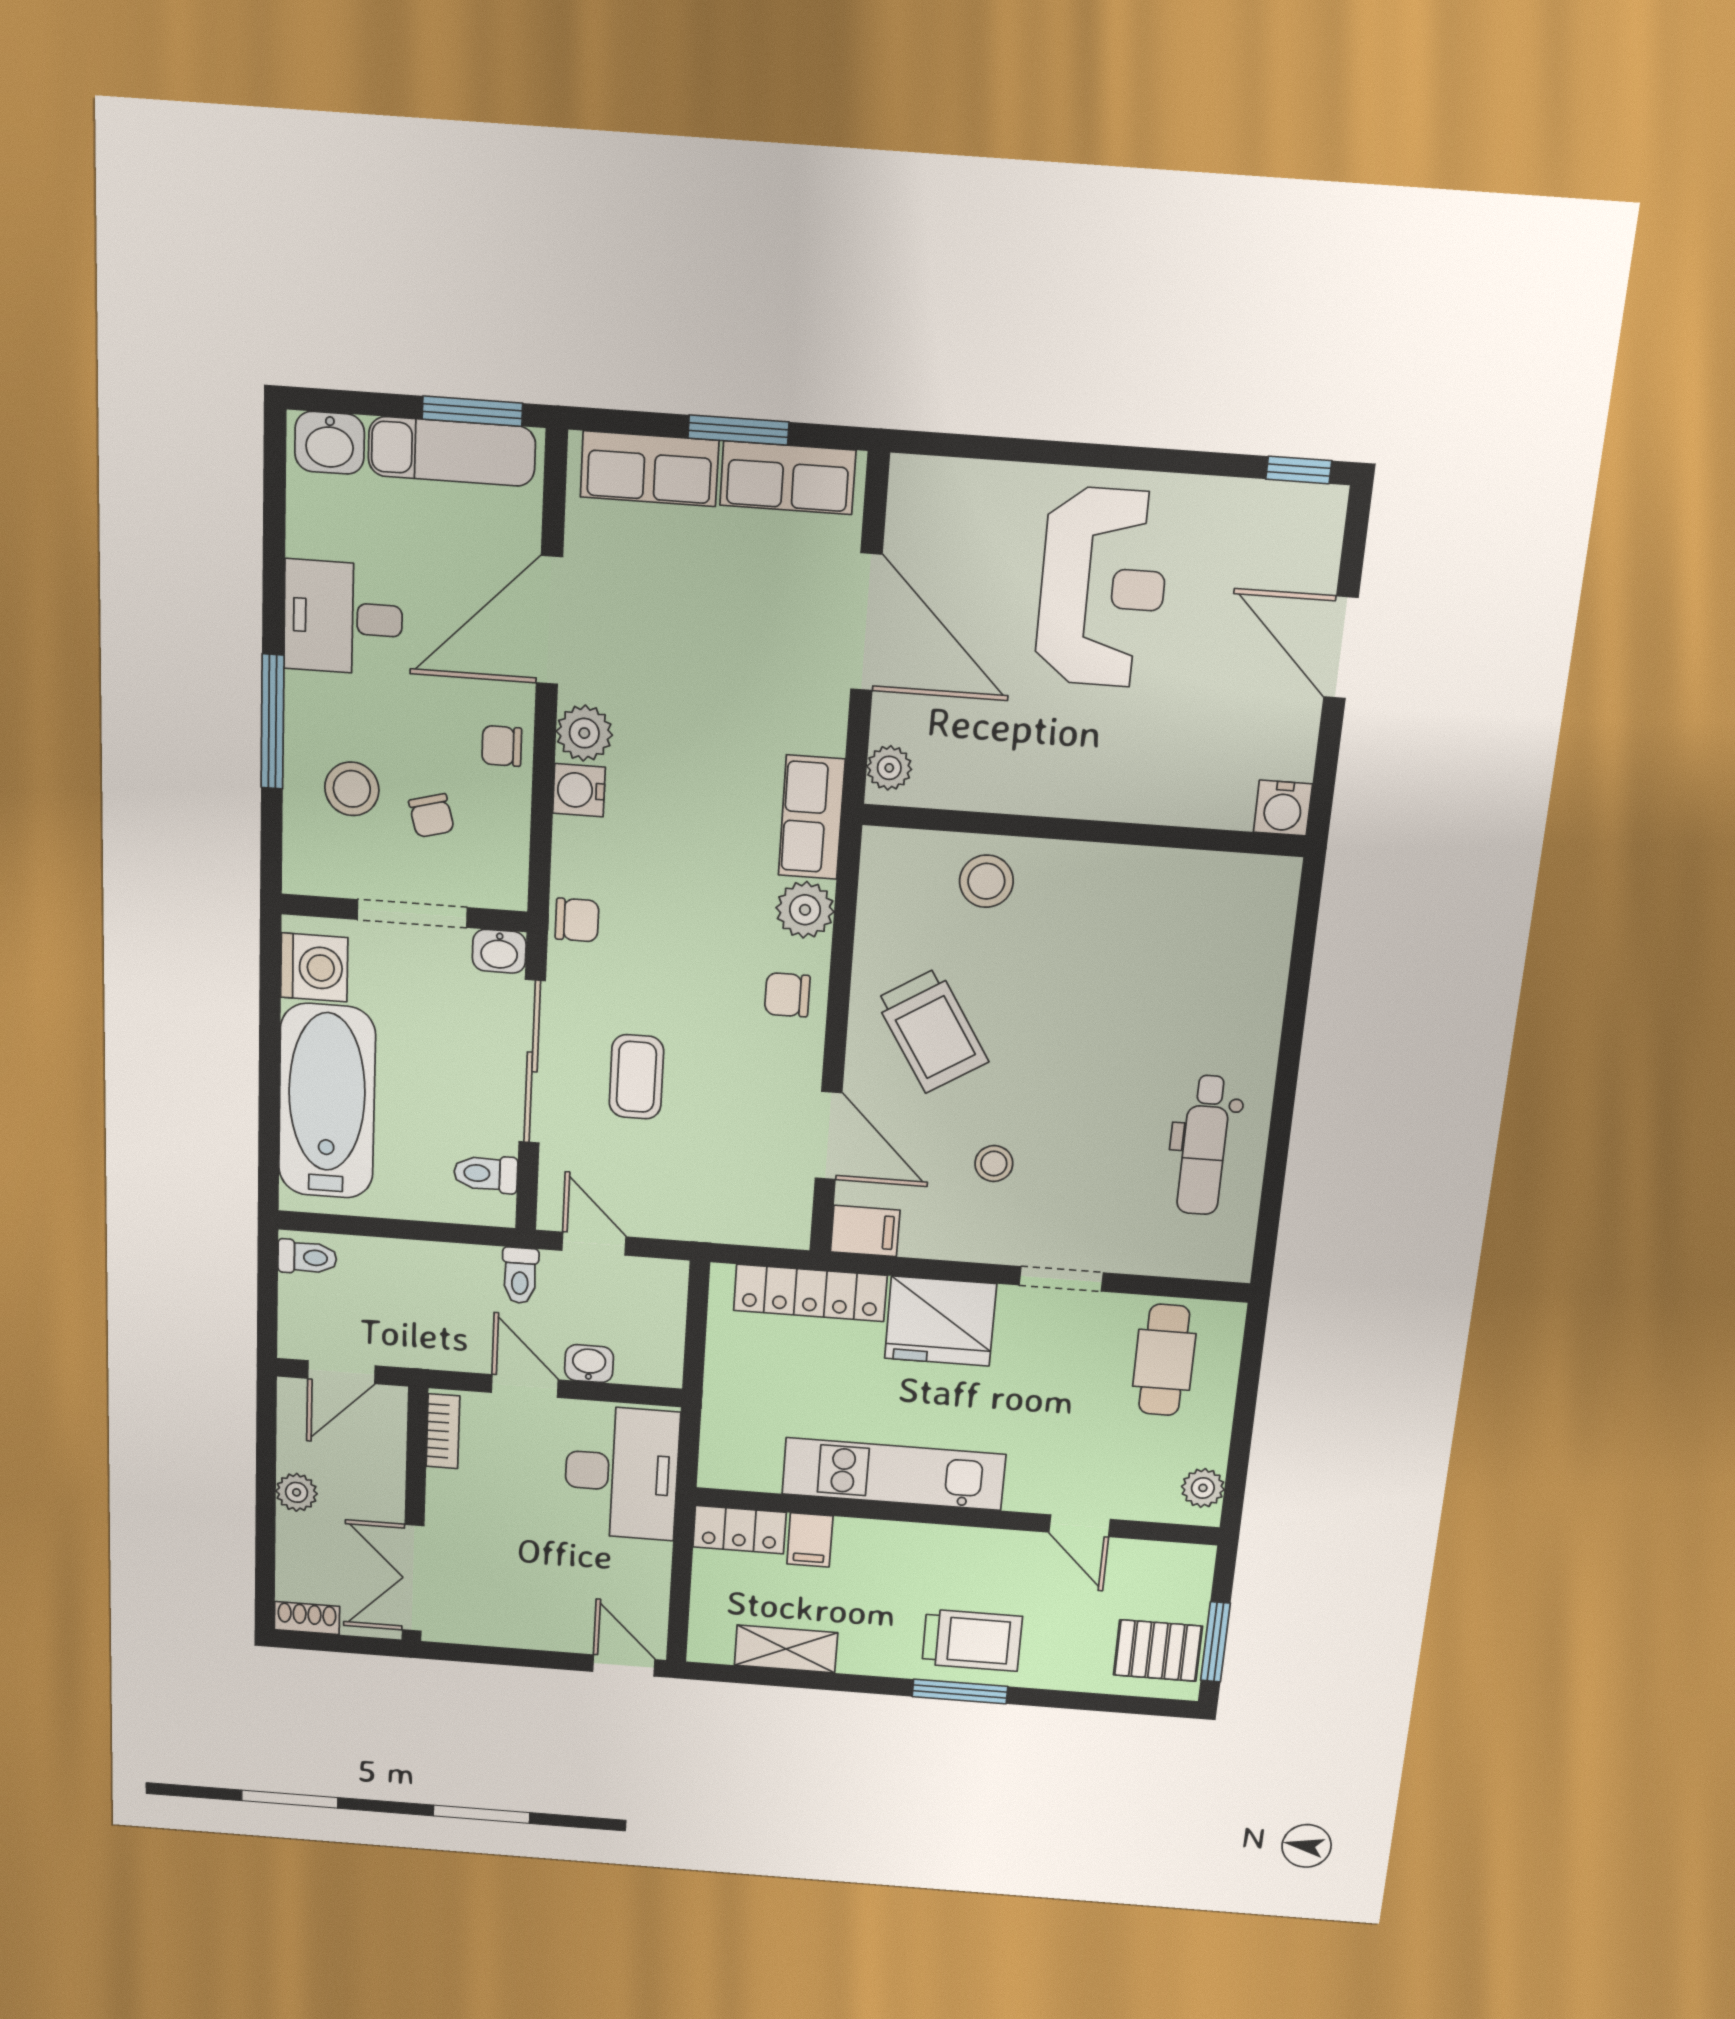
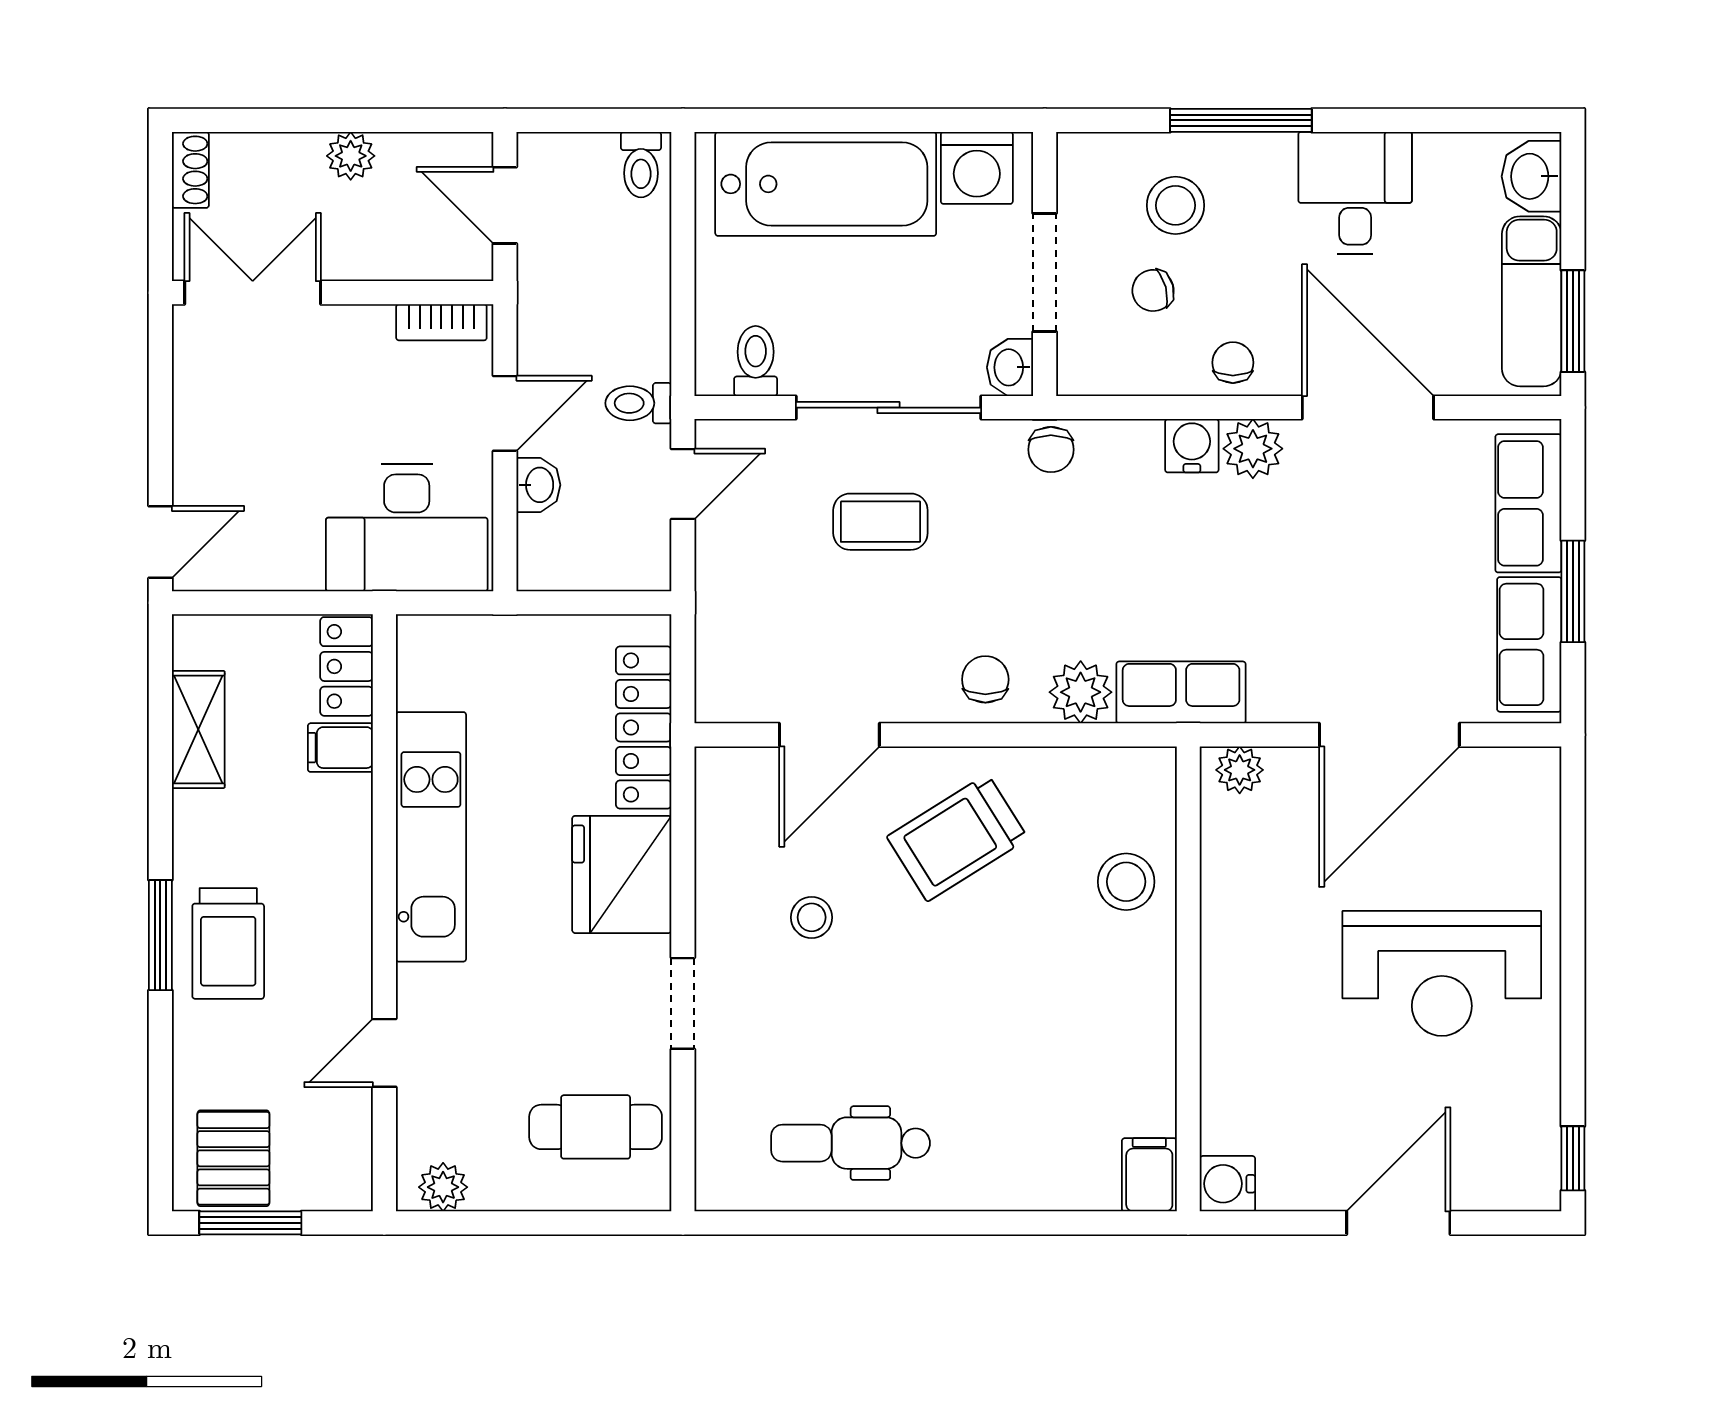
filing cabinet: (865, 1231) -> (1149, 1175), moved, turned 180

